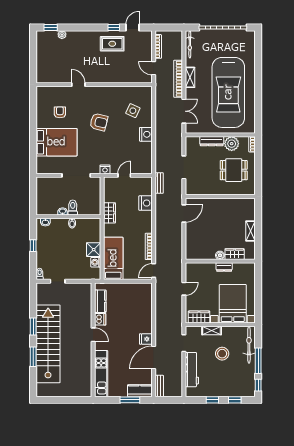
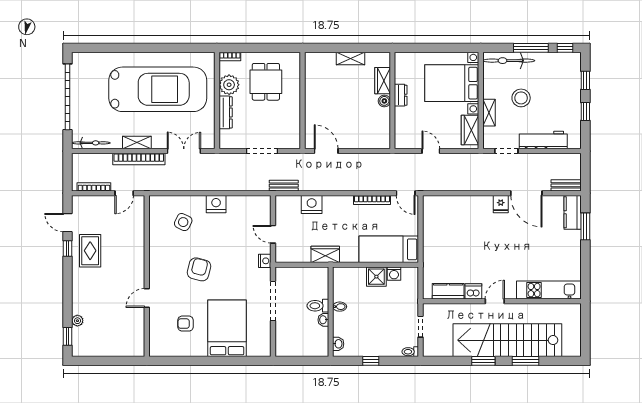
kitchen counter: (100, 301) -> (448, 291), moved
dishwasher: (100, 319) -> (473, 291), moved
door: (93, 335) -> (495, 301), moved
wall: (93, 340) -> (502, 301), moved
kitchen unit: (101, 374) -> (549, 290), moved

